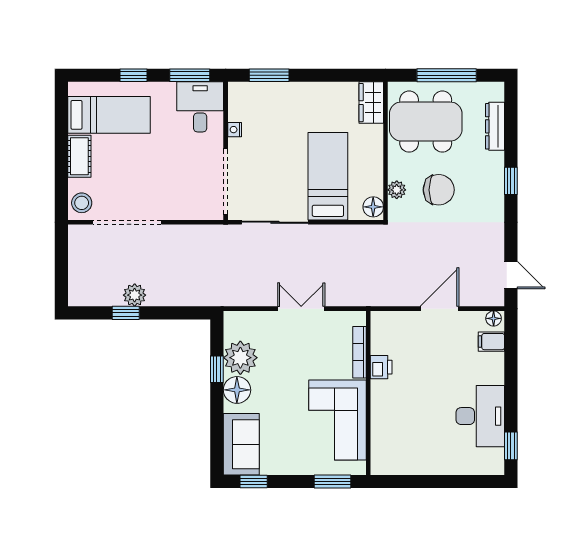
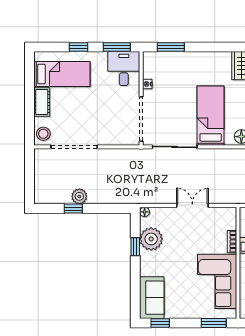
bookcase: (359, 352) -> (232, 242), width x0.64
floor lamp: (237, 390) -> (145, 212), moved, width x0.53, depth x0.53

